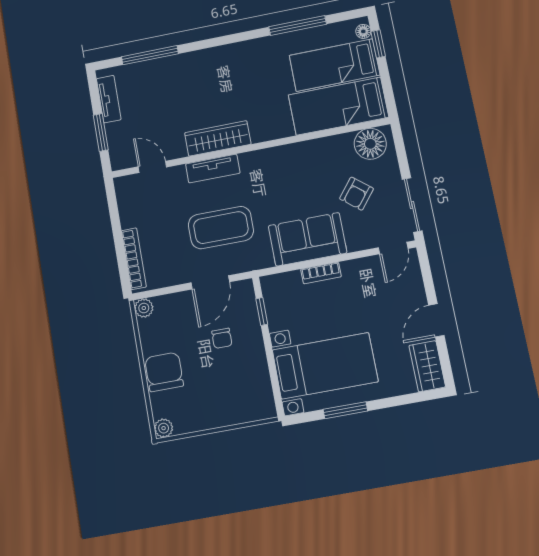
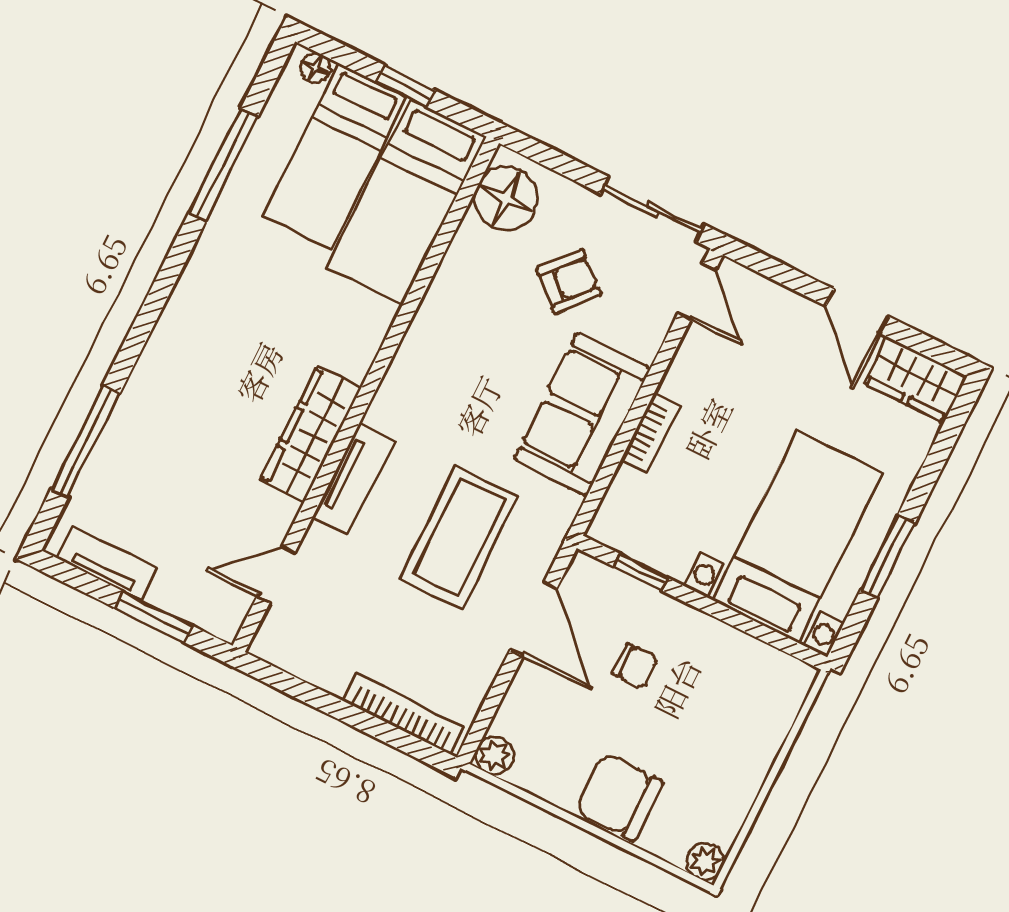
window: (378, 44) -> (406, 86), moved
armchair: (356, 194) -> (569, 282), turned -88

